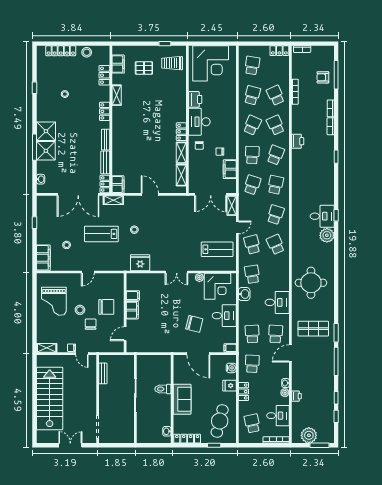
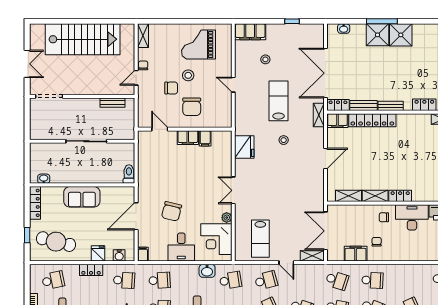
school desk: (252, 125) -> (408, 280), removed
locker: (118, 155) -> (372, 120), added
toilet: (163, 389) -> (129, 174), moved

